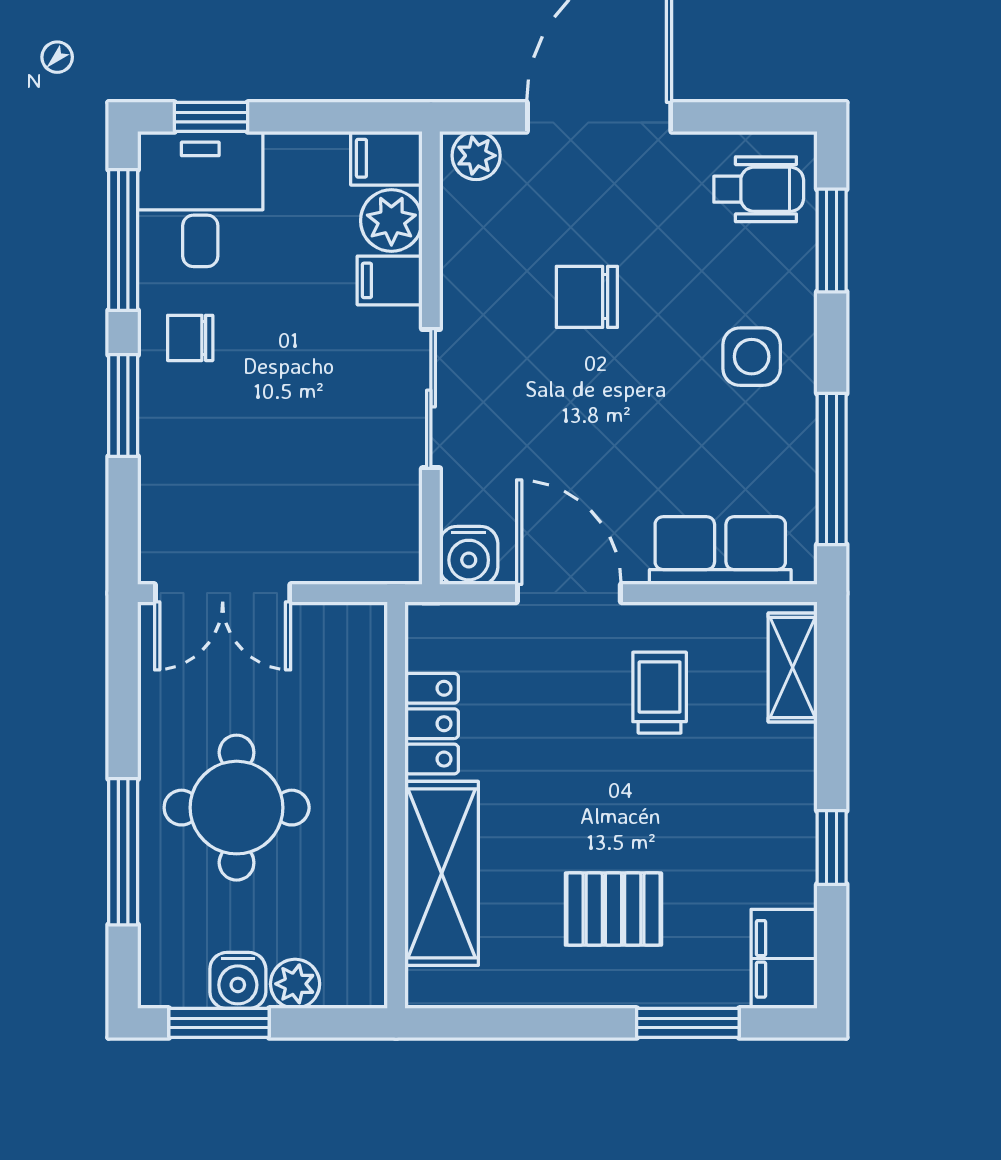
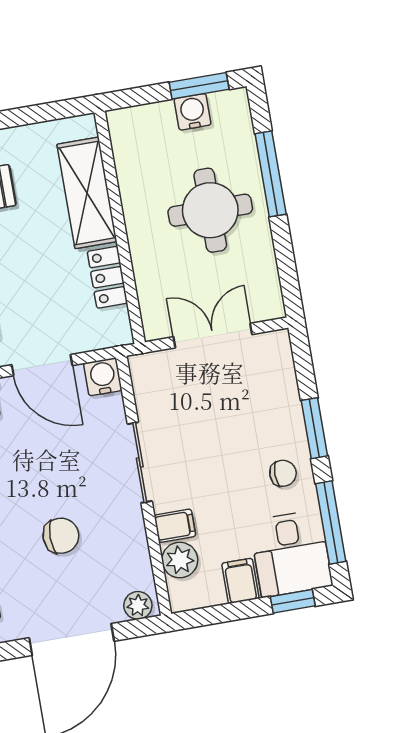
filing cabinet: (386, 158) -> (240, 581), moved, turned -90
double door: (223, 593) -> (213, 336), moved
plant: (295, 984) -> (160, 116), removed

